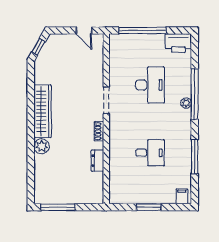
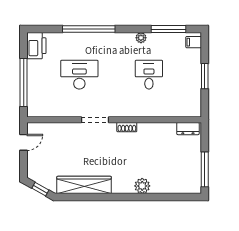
plant: (186, 103) -> (141, 38), moved
wardrobe: (43, 111) -> (84, 185), moved
window: (195, 157) -> (168, 29), moved
dresser: (98, 161) -> (188, 129), moved

